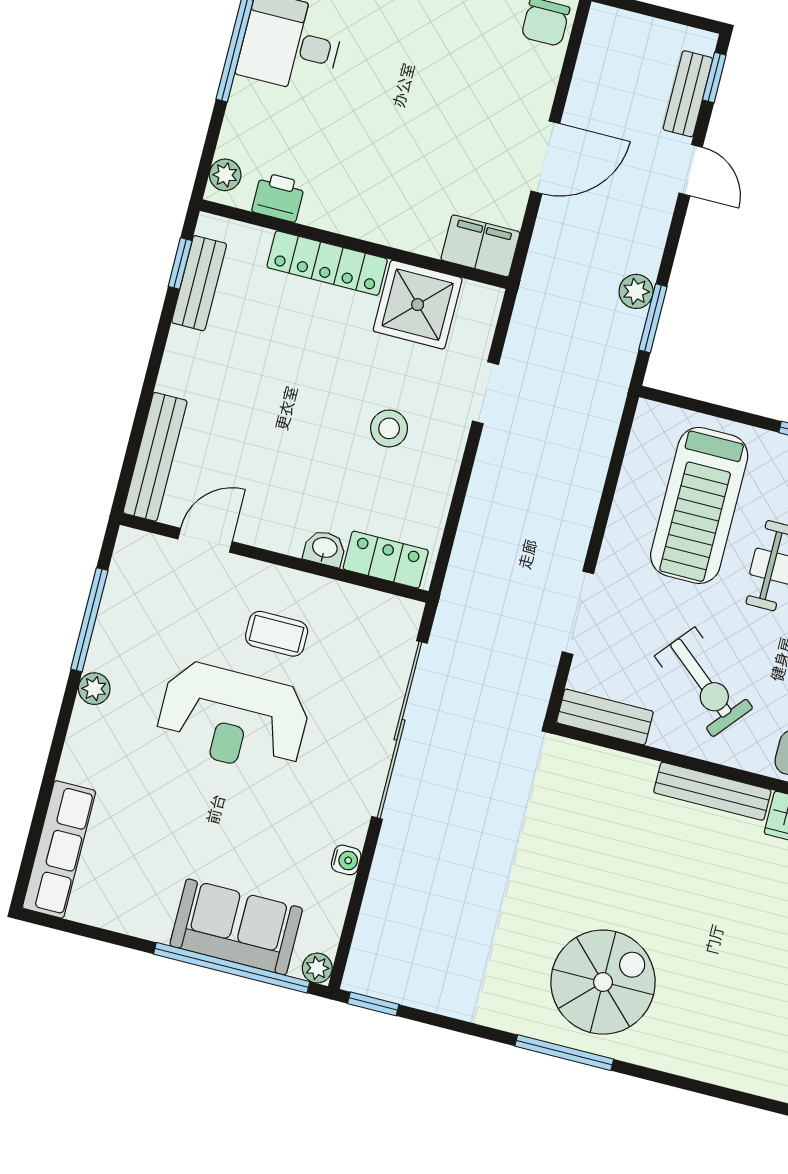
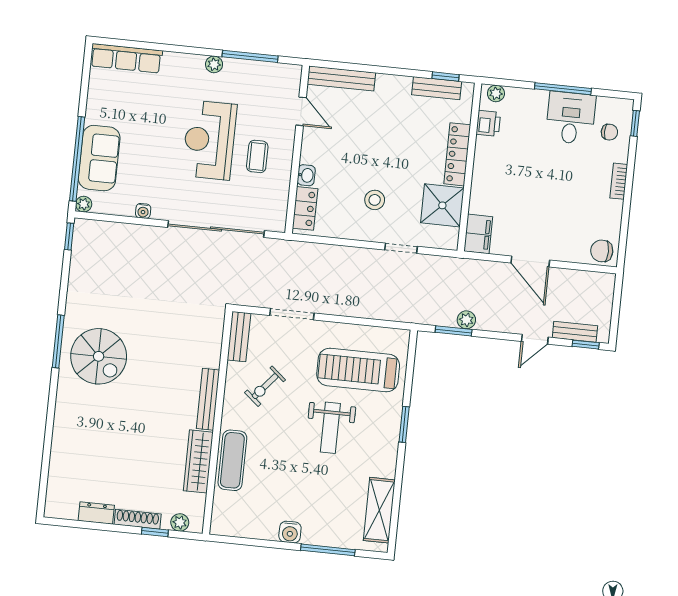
exercise bike: (704, 682) -> (265, 386), width x0.73, depth x0.72

